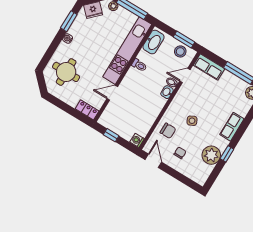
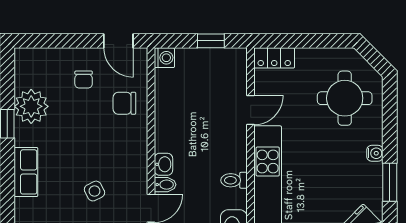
side table: (192, 121) -> (94, 191), moved

